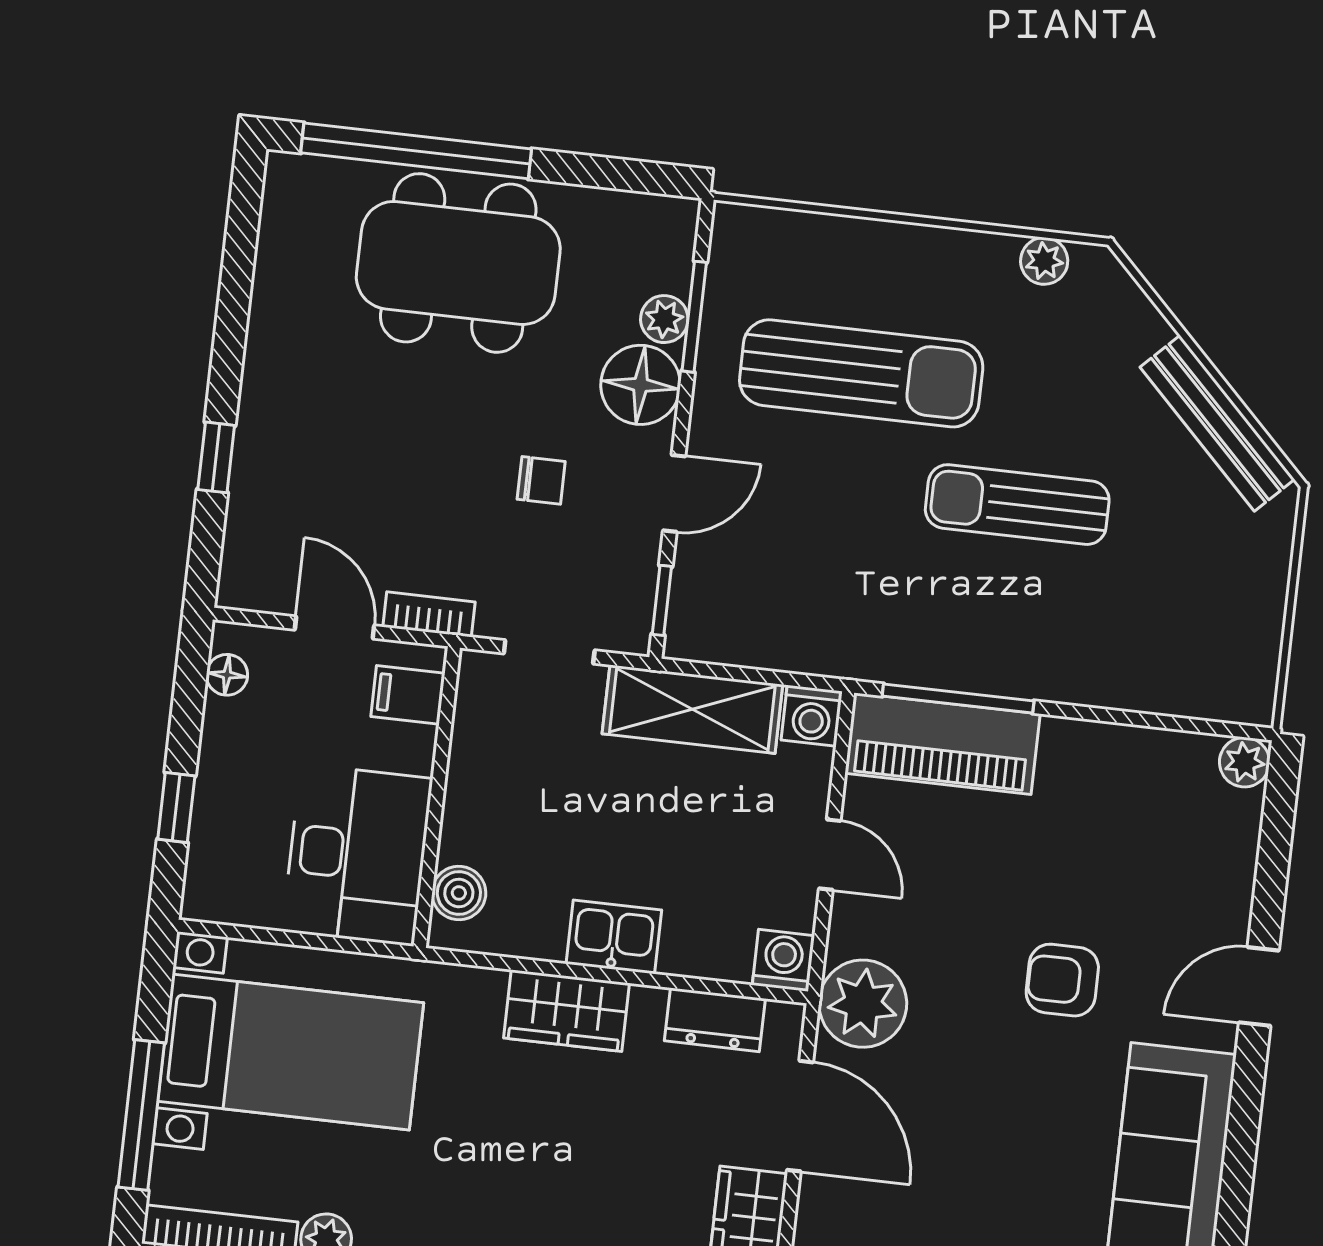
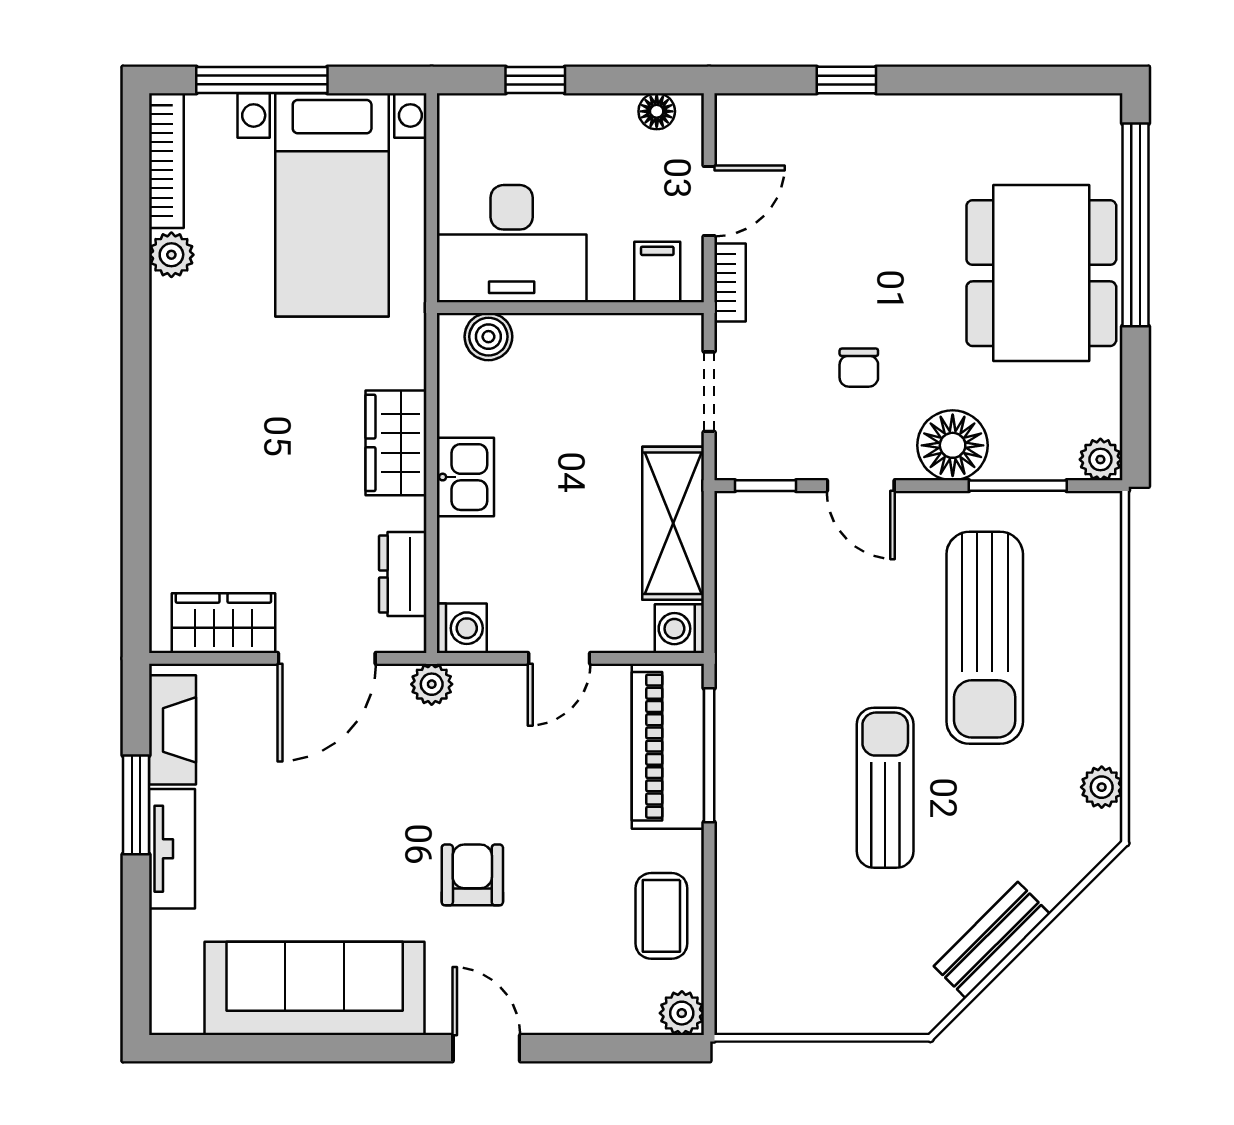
plant: (664, 319) -> (1100, 460), moved
bench: (1217, 423) -> (992, 940), width x0.73
coffee table: (1133, 773) -> (661, 916), added
plant: (863, 1004) -> (432, 684), width x0.53, depth x0.53

